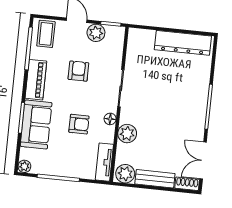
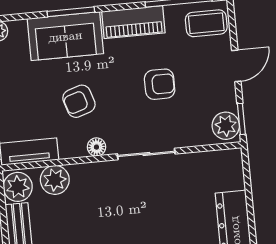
plant: (96, 33) -> (226, 126), moved
armchair: (79, 124) -> (79, 101), turned 72
plant: (127, 134) -> (55, 180), moved

